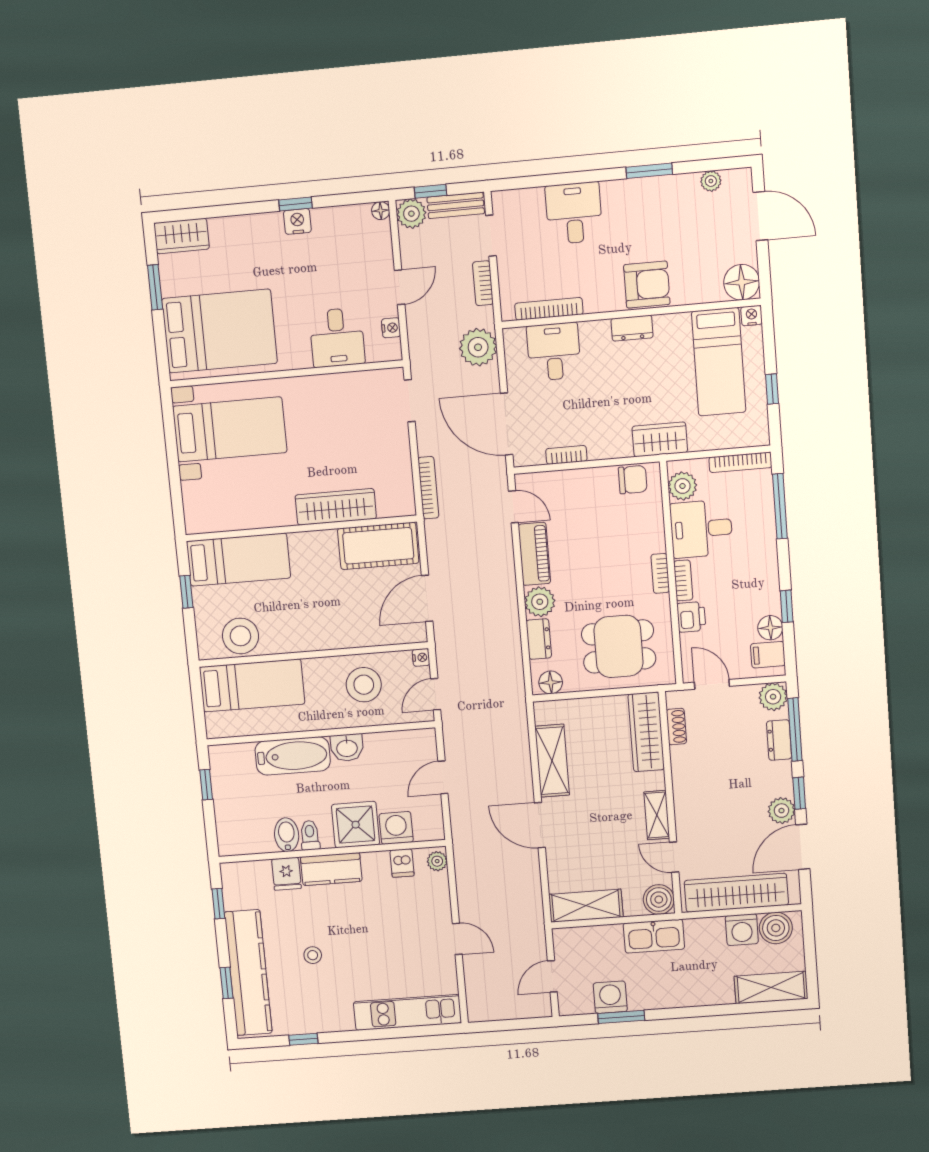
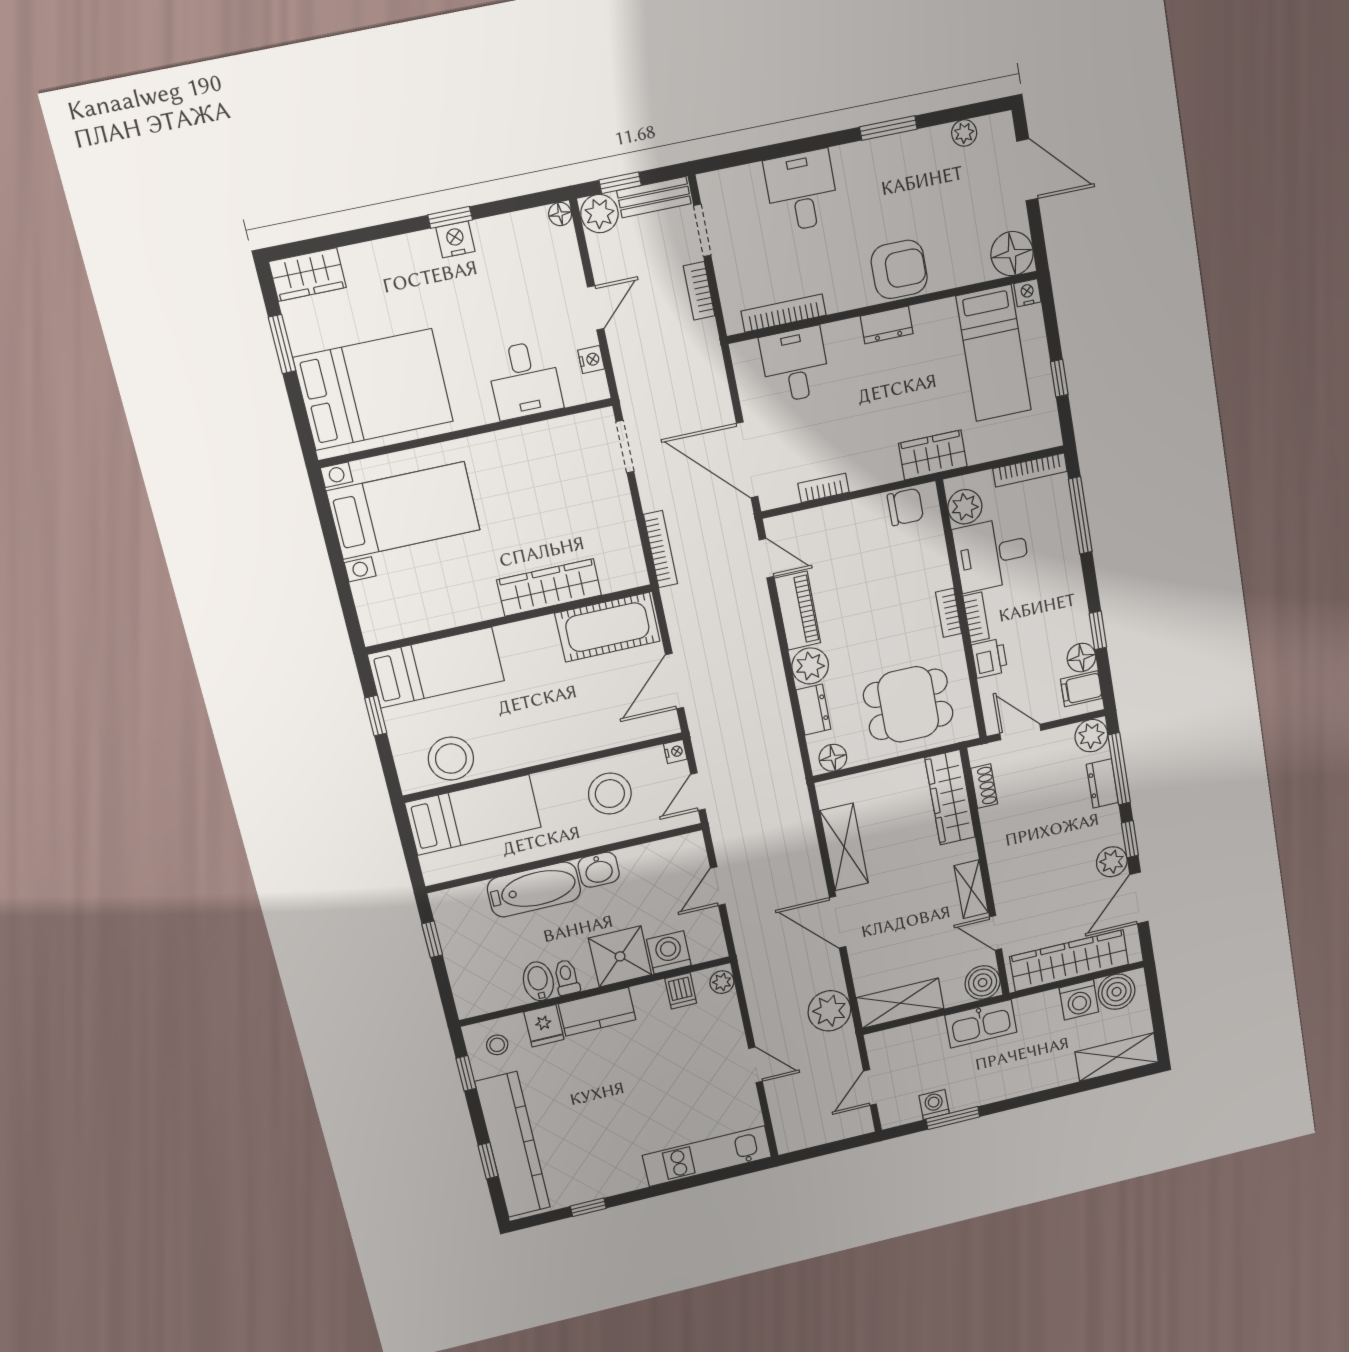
plant: (478, 347) -> (829, 1011), moved
stool: (313, 955) -> (497, 1045), moved
washing machine: (610, 997) -> (934, 1105), width x0.73, depth x0.73

